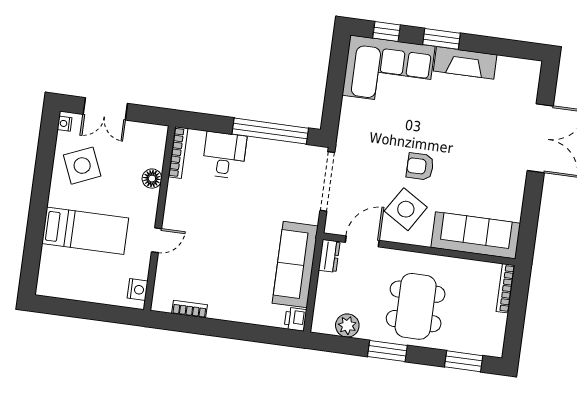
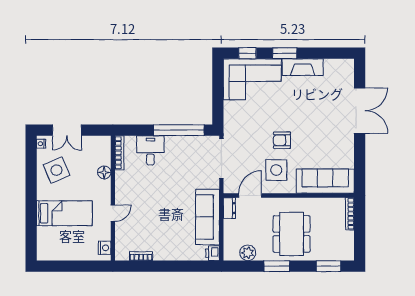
side table: (406, 209) -> (276, 170), turned -32

